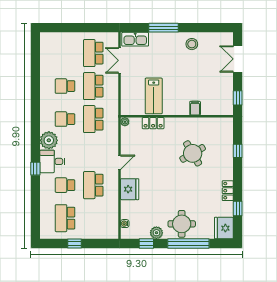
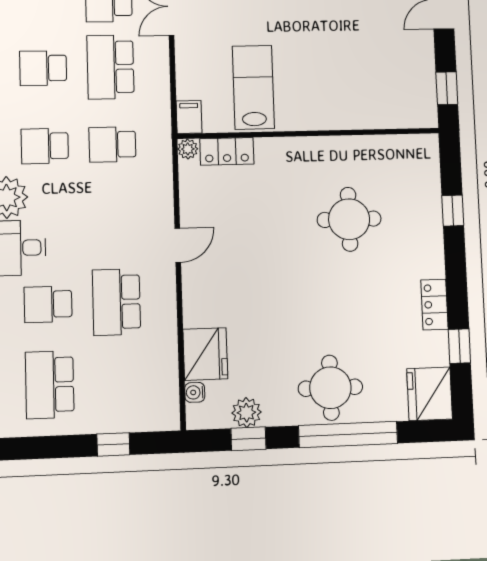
lab bench: (154, 96) -> (253, 87), turned 180
filing cabinet: (195, 108) -> (189, 117), moved
school desk: (93, 119) -> (112, 144), width x0.54
locker: (153, 123) -> (227, 151), moved
round table: (193, 153) -> (349, 219), turned 30
fridge: (130, 189) -> (205, 354), moved
plant: (156, 233) -> (246, 413), moved
window: (75, 244) -> (113, 444), moved

